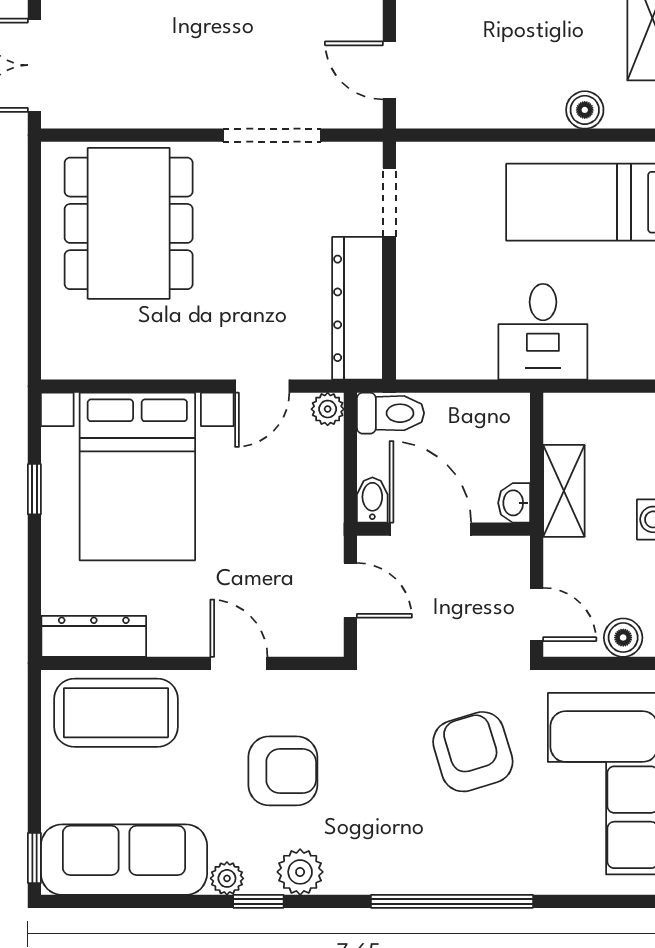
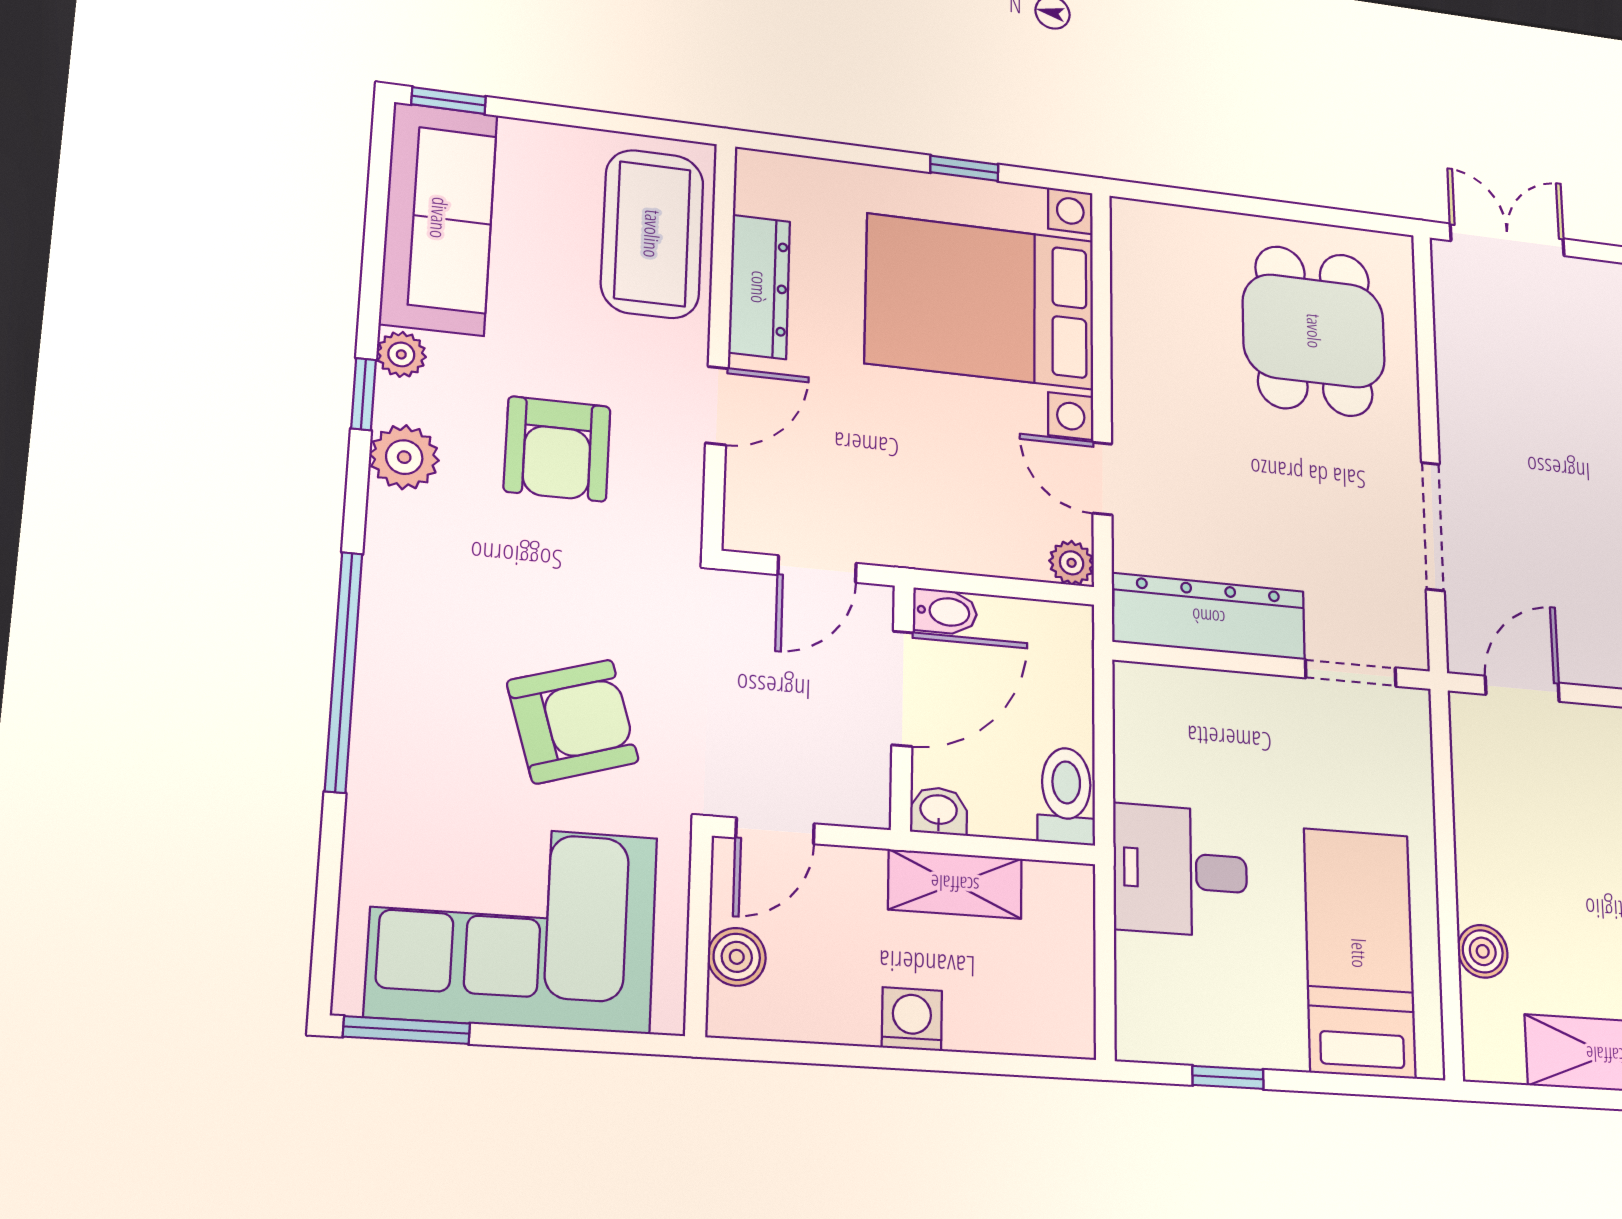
dining table: (129, 223) -> (1314, 331), width x0.73
toilet: (391, 413) -> (1066, 796), moved, turned 180
dresser: (94, 636) -> (759, 287), moved

